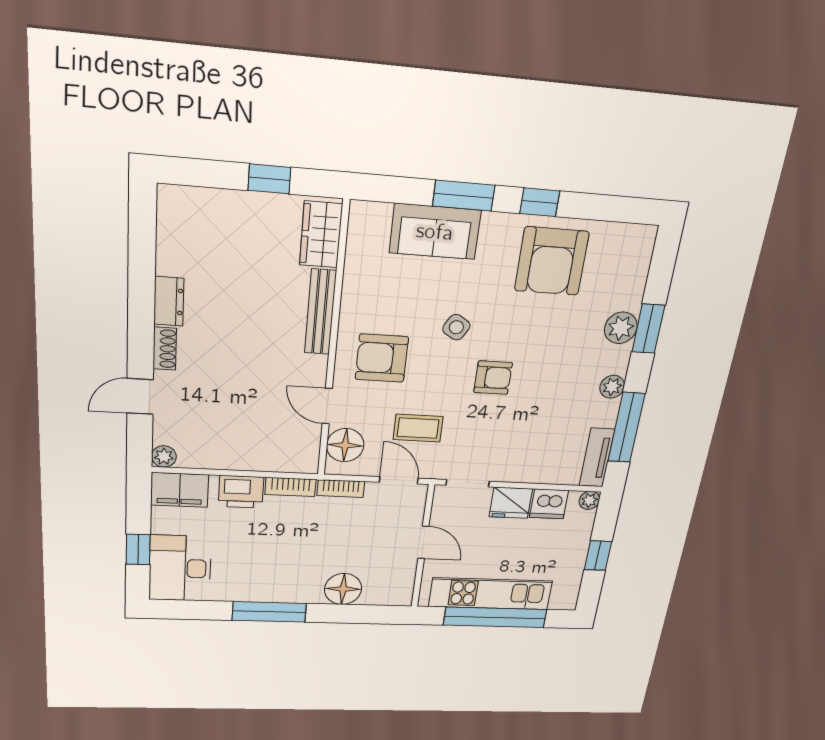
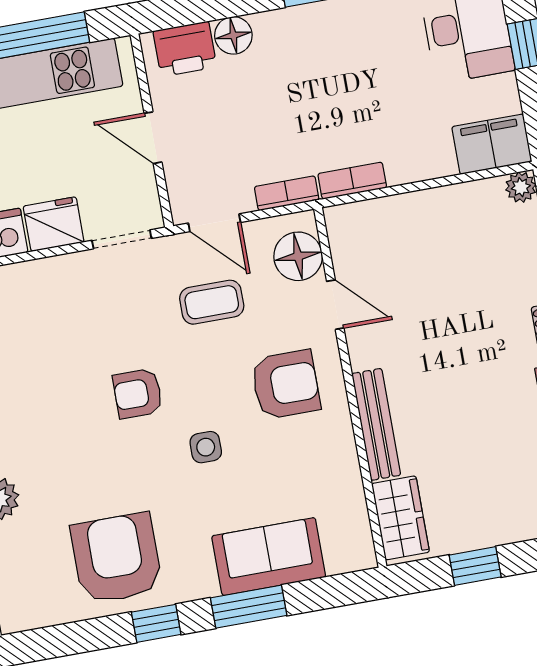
side table: (456, 327) -> (206, 447), turned -31
printer: (241, 492) -> (185, 49), moved, turned 180
floor lamp: (343, 589) -> (233, 35), width x0.73, depth x0.73

